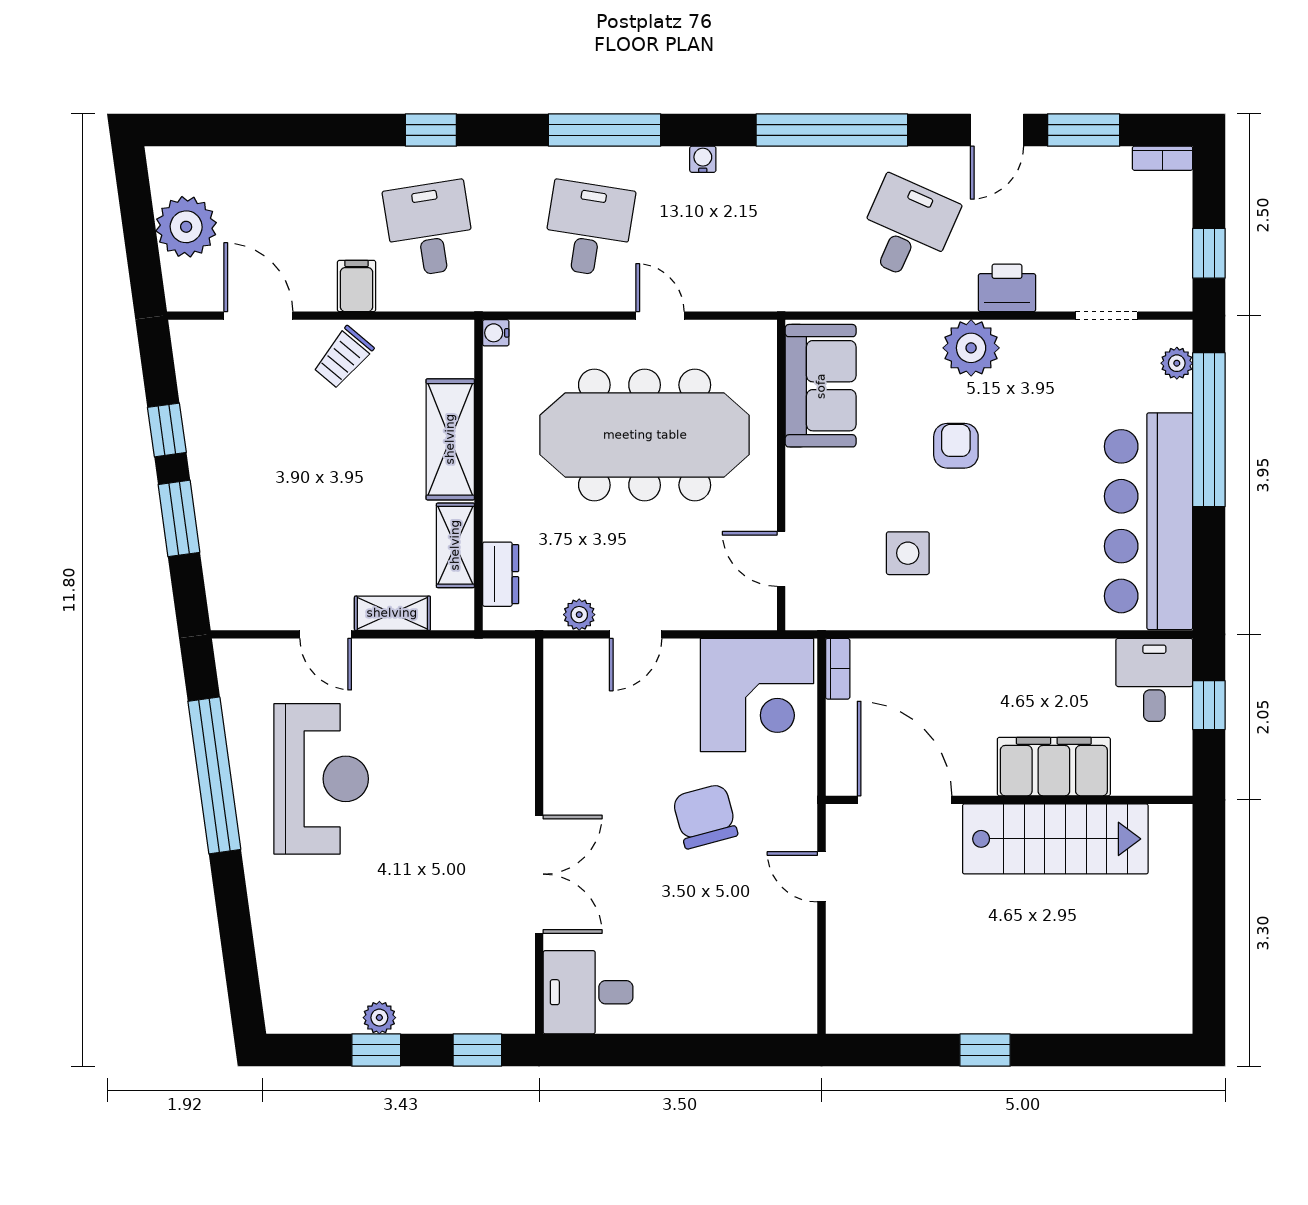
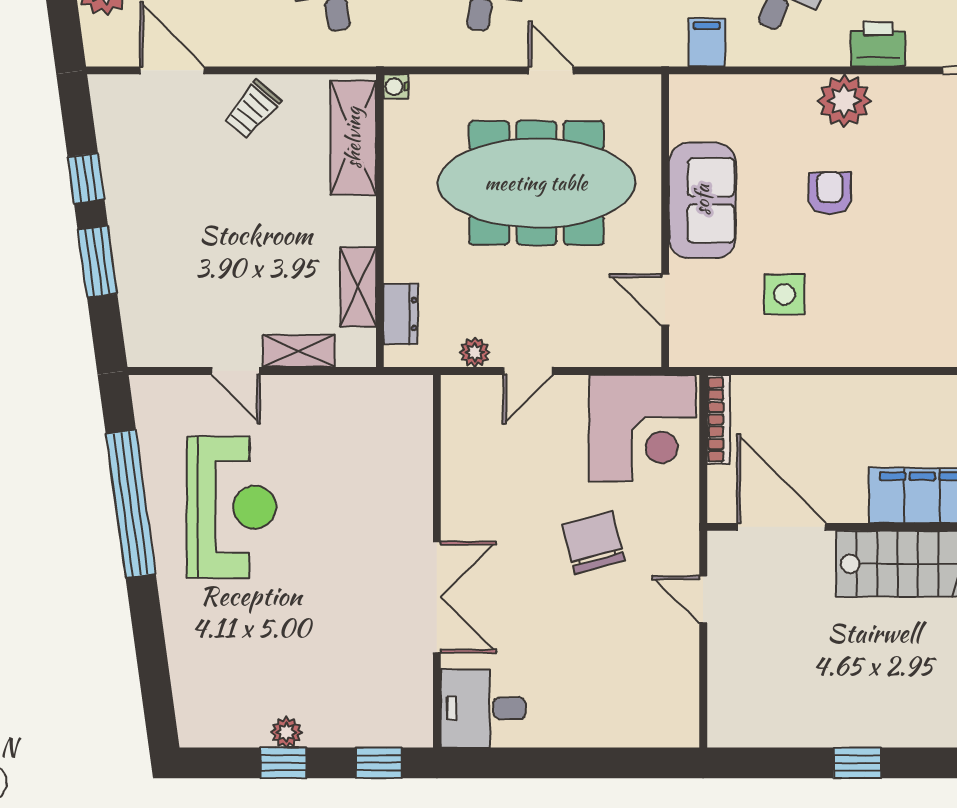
filing cabinet: (357, 286) -> (707, 42), moved
sofa: (821, 386) -> (702, 200), moved
shelving: (450, 439) -> (353, 138), moved
bookcase: (838, 669) -> (718, 419), width x1.56

